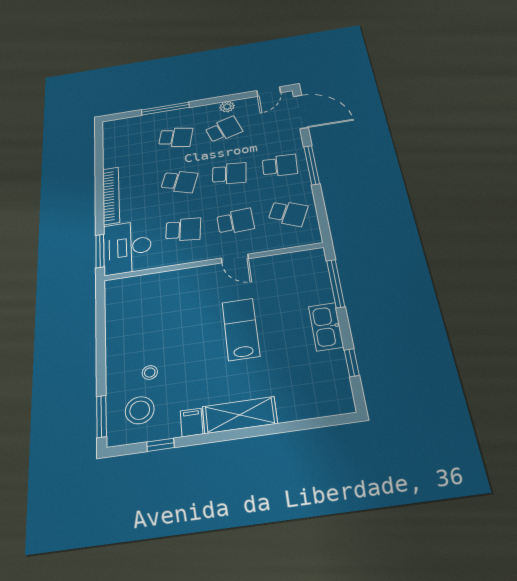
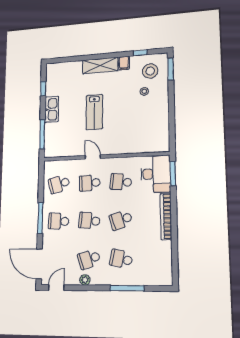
school desk: (179, 182) -> (121, 220), turned -36
school desk: (288, 213) -> (59, 184), turned -39

